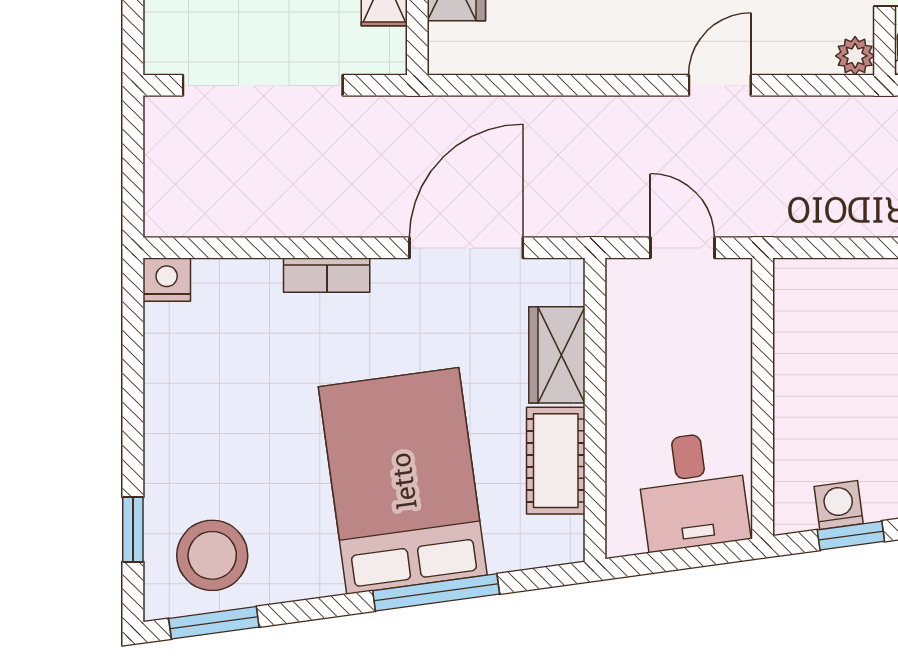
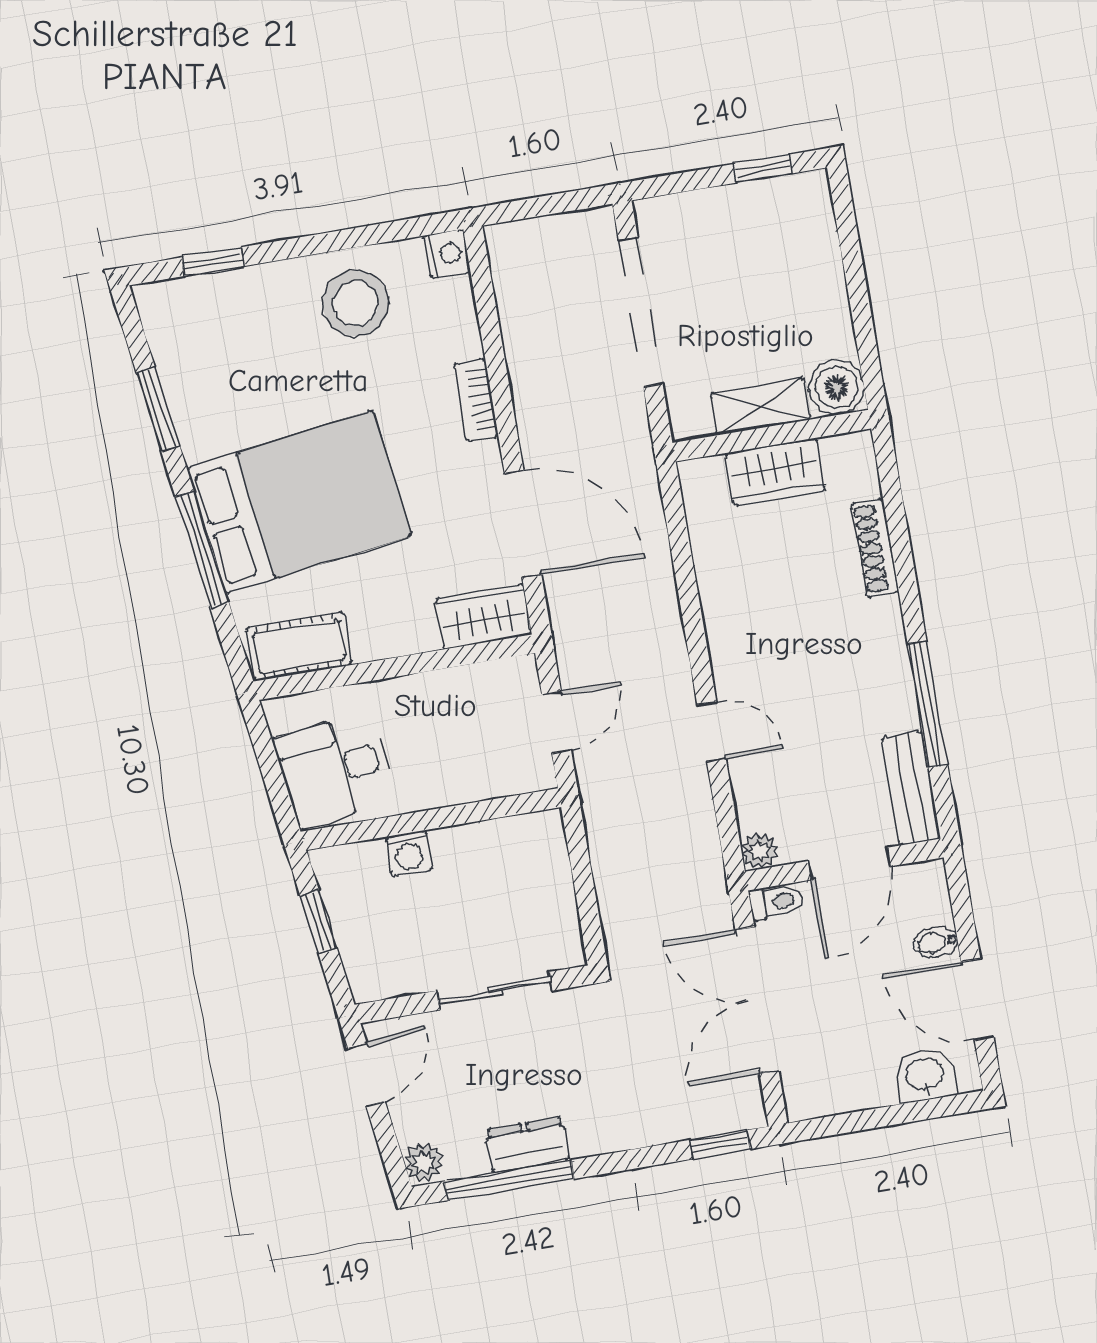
wardrobe: (557, 355) -> (483, 616), moved
cot: (556, 461) -> (299, 646), moved
washing machine: (839, 505) -> (409, 853), moved, turned 98
stool: (212, 555) -> (356, 303), moved
window: (214, 623) -> (158, 409), moved

